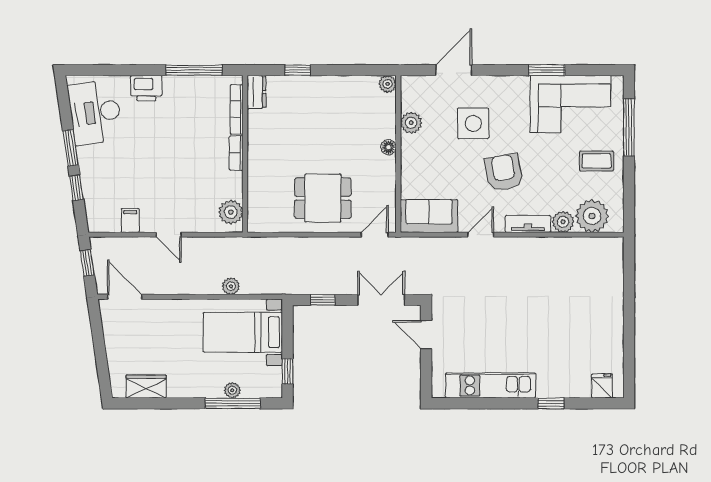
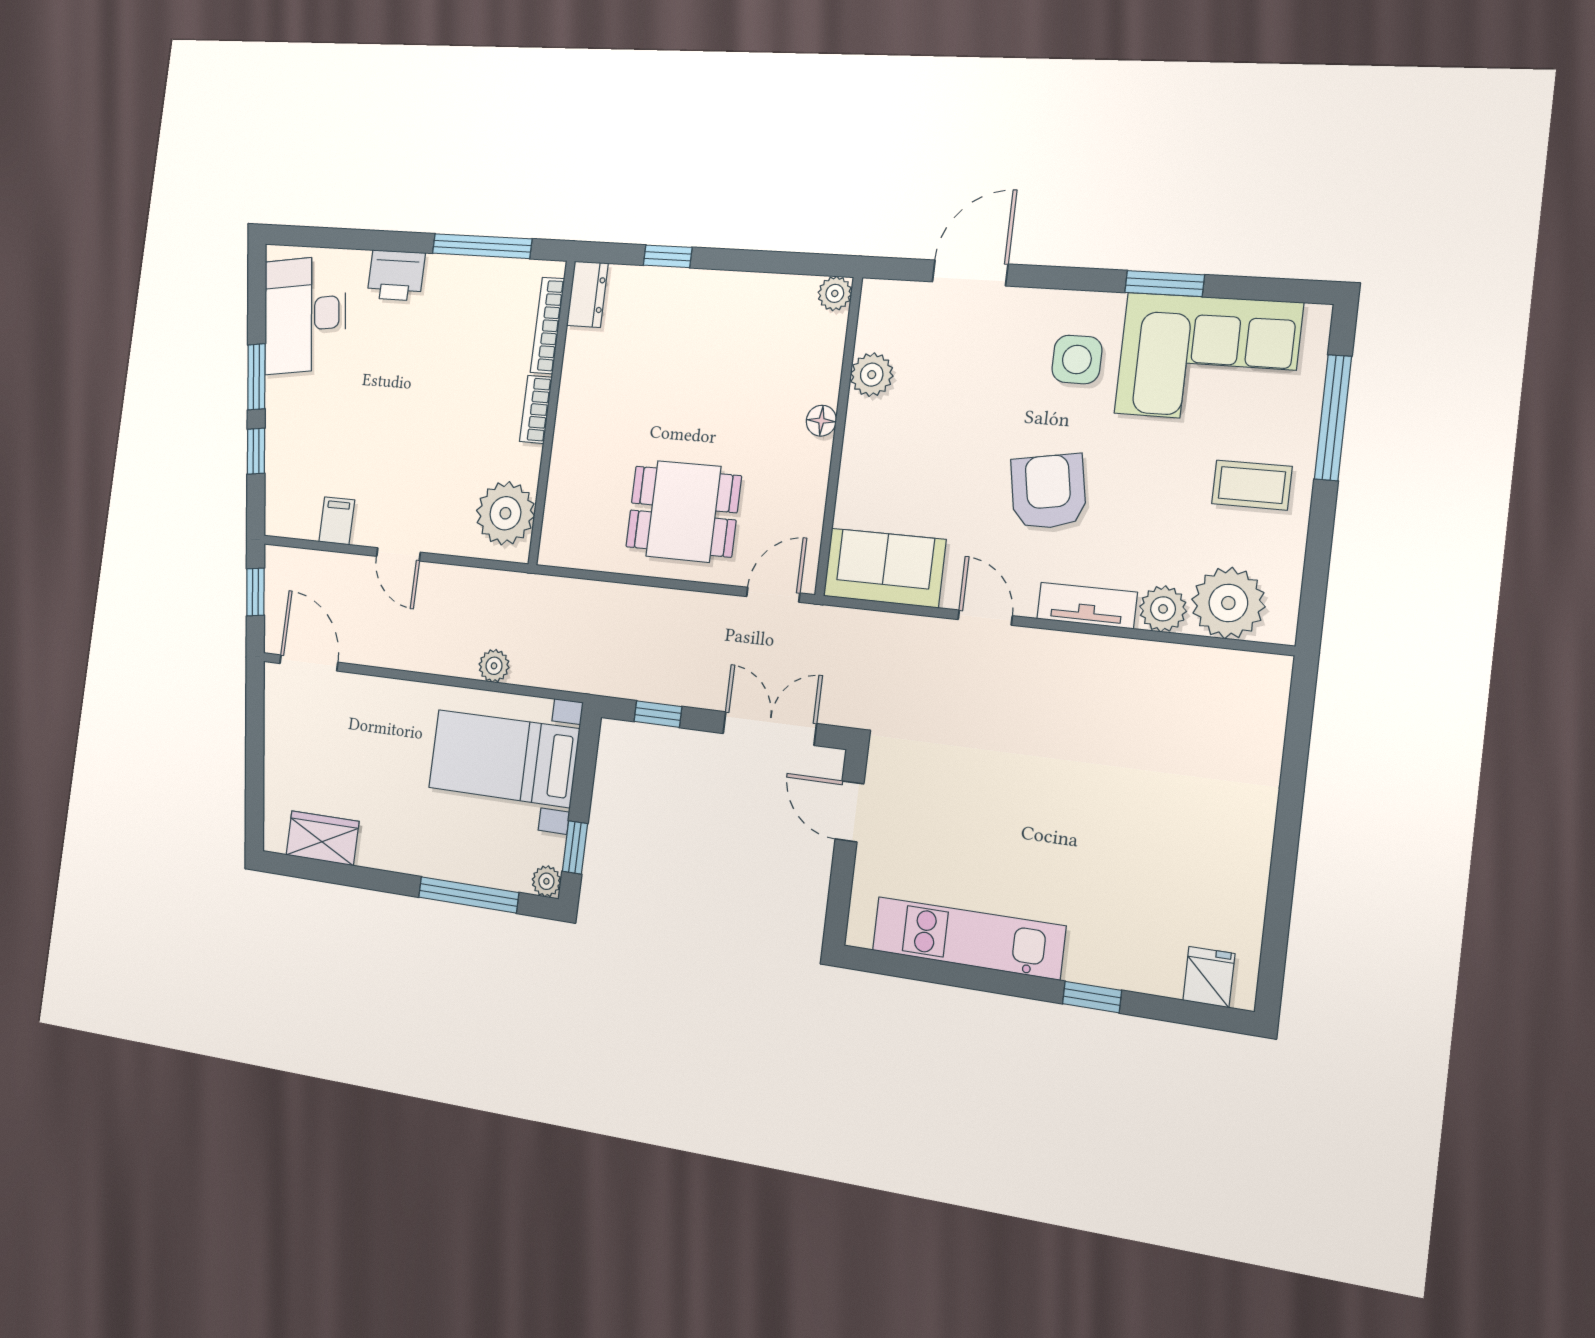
side table: (473, 123) -> (1077, 359), moved, width x0.73, depth x0.73
plant: (231, 212) -> (505, 513), width x1.36, depth x1.36
door: (481, 235) -> (985, 618), hinge flipped
plant: (232, 390) -> (546, 881), moved

